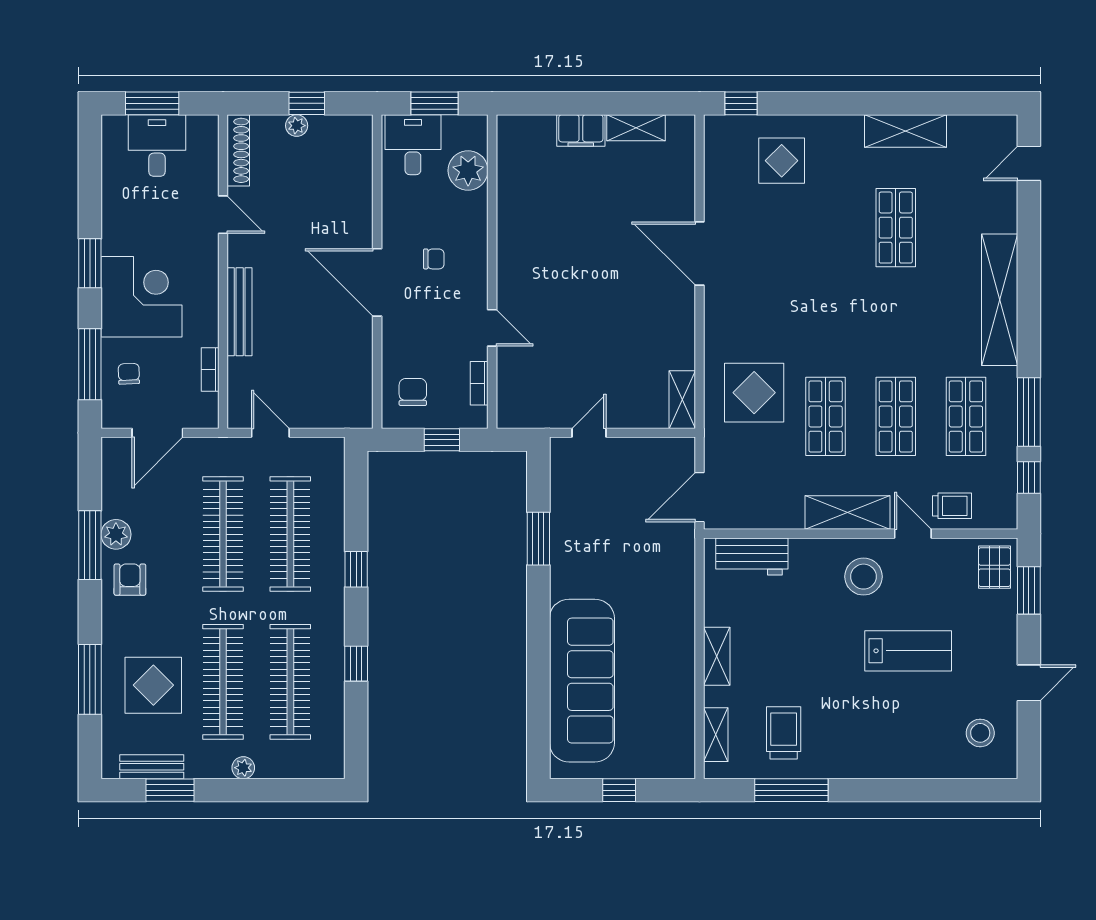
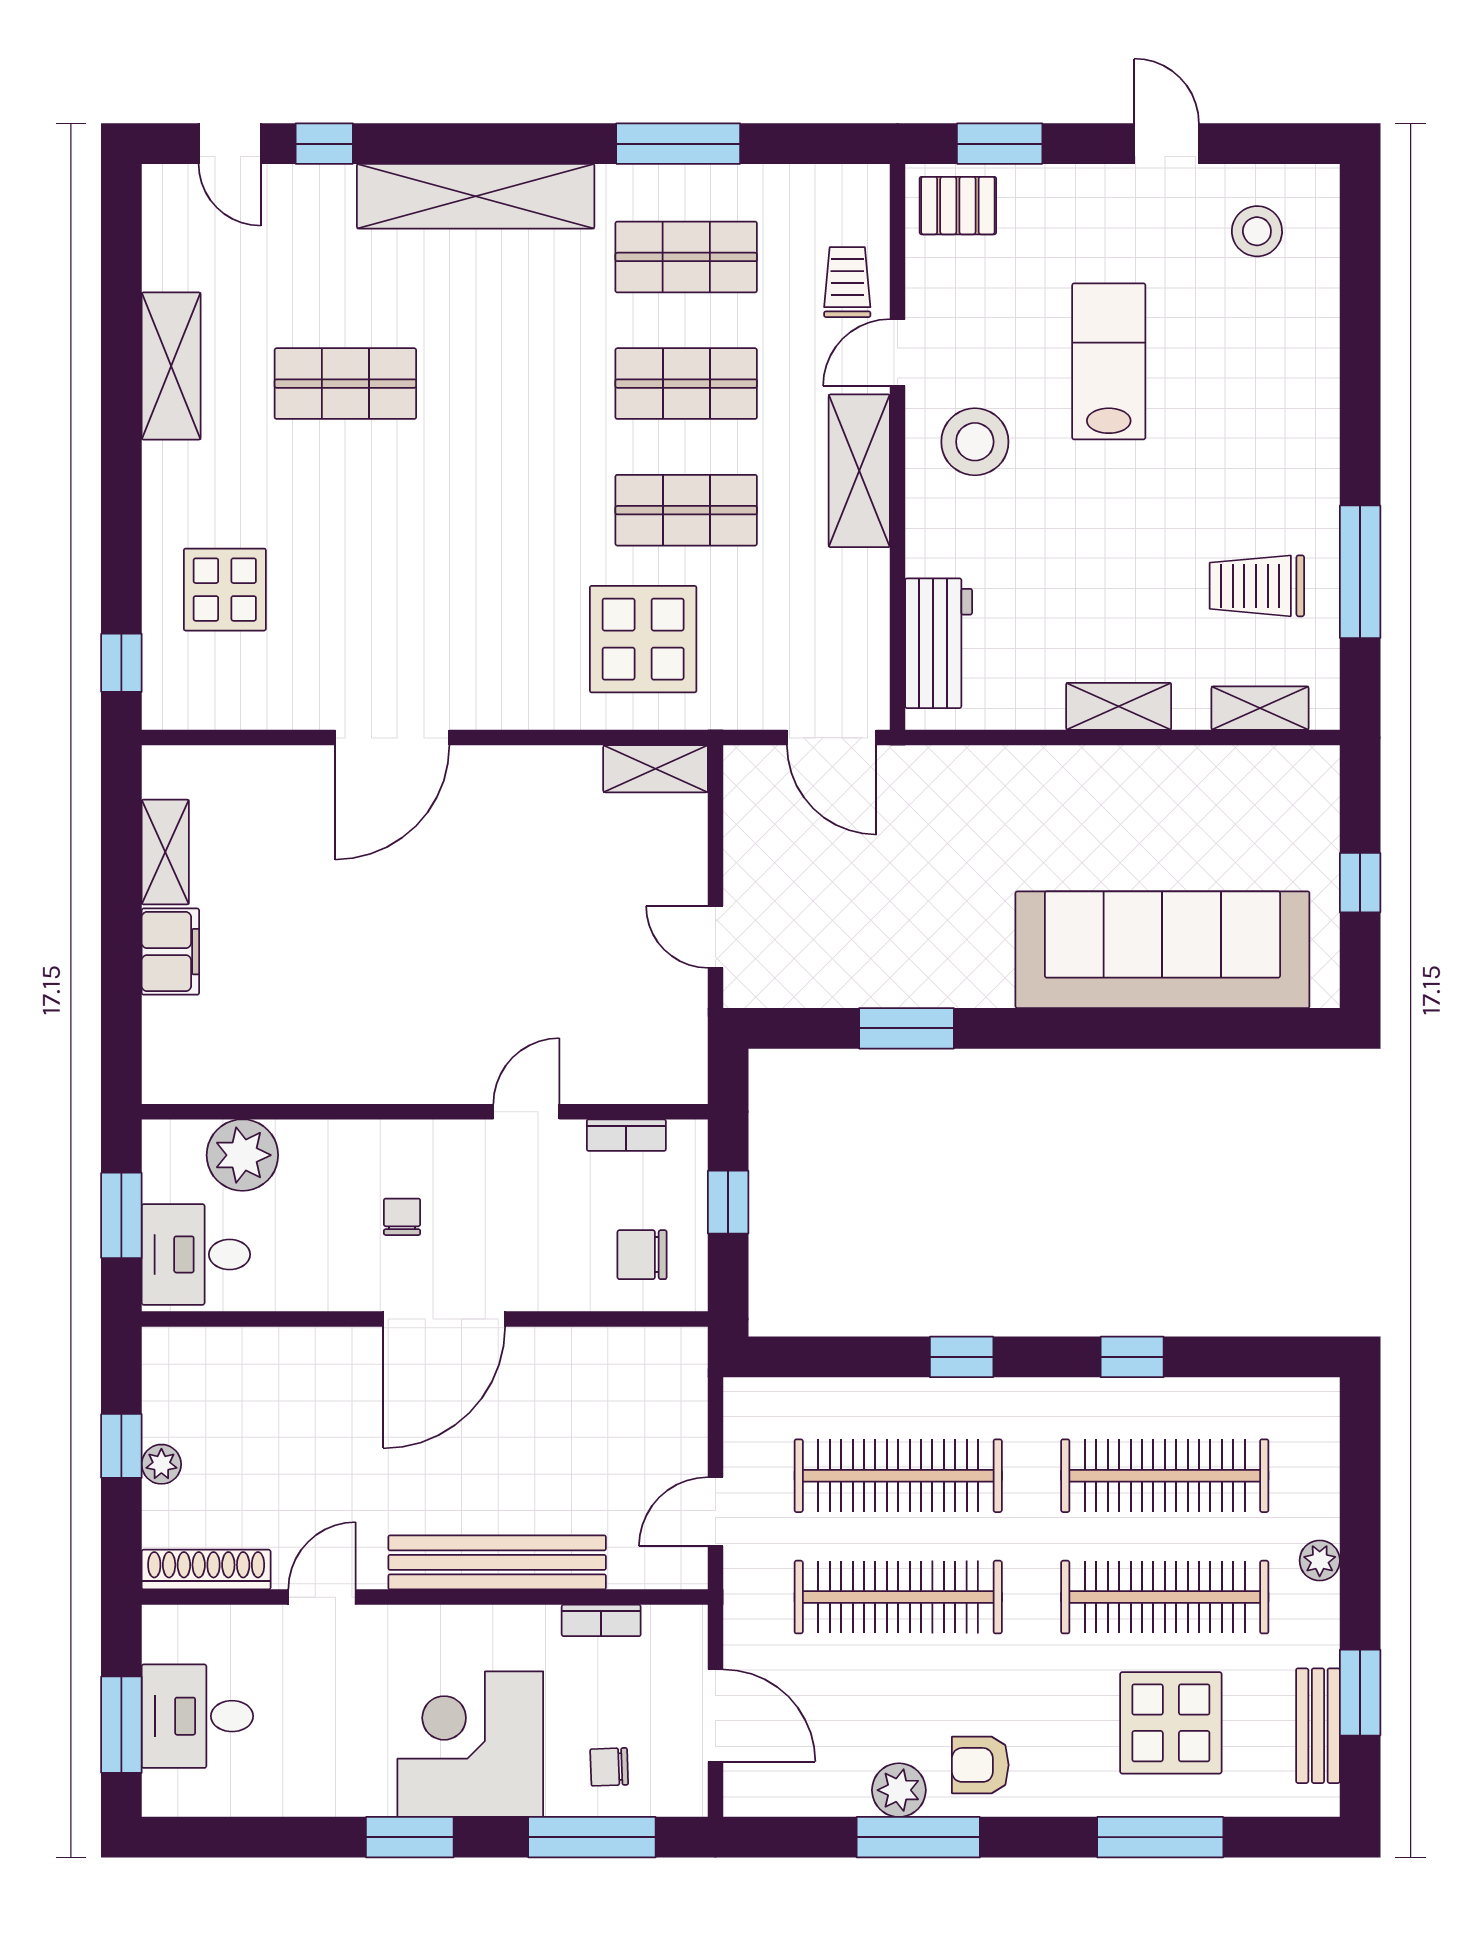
bench: (240, 312) -> (497, 1562), width x1.37, depth x1.21
window: (1029, 477) -> (324, 144), moved

